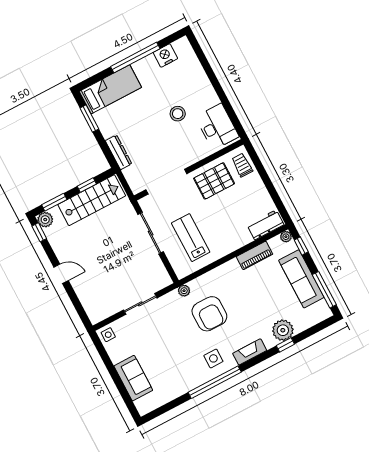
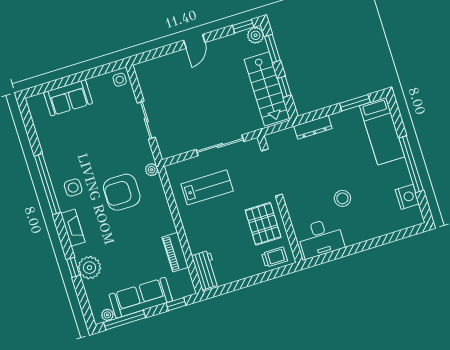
plant: (286, 237) -> (107, 315), moved

